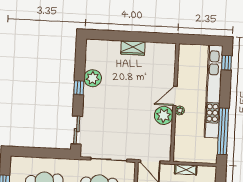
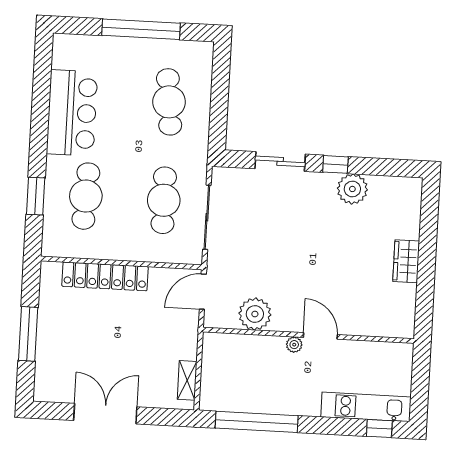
kitchen unit: (213, 92) -> (366, 407), width x0.54
plant: (164, 115) -> (255, 314), moved
sliding door: (77, 130) -> (280, 161), moved
shelving: (186, 170) -> (187, 380), moved

